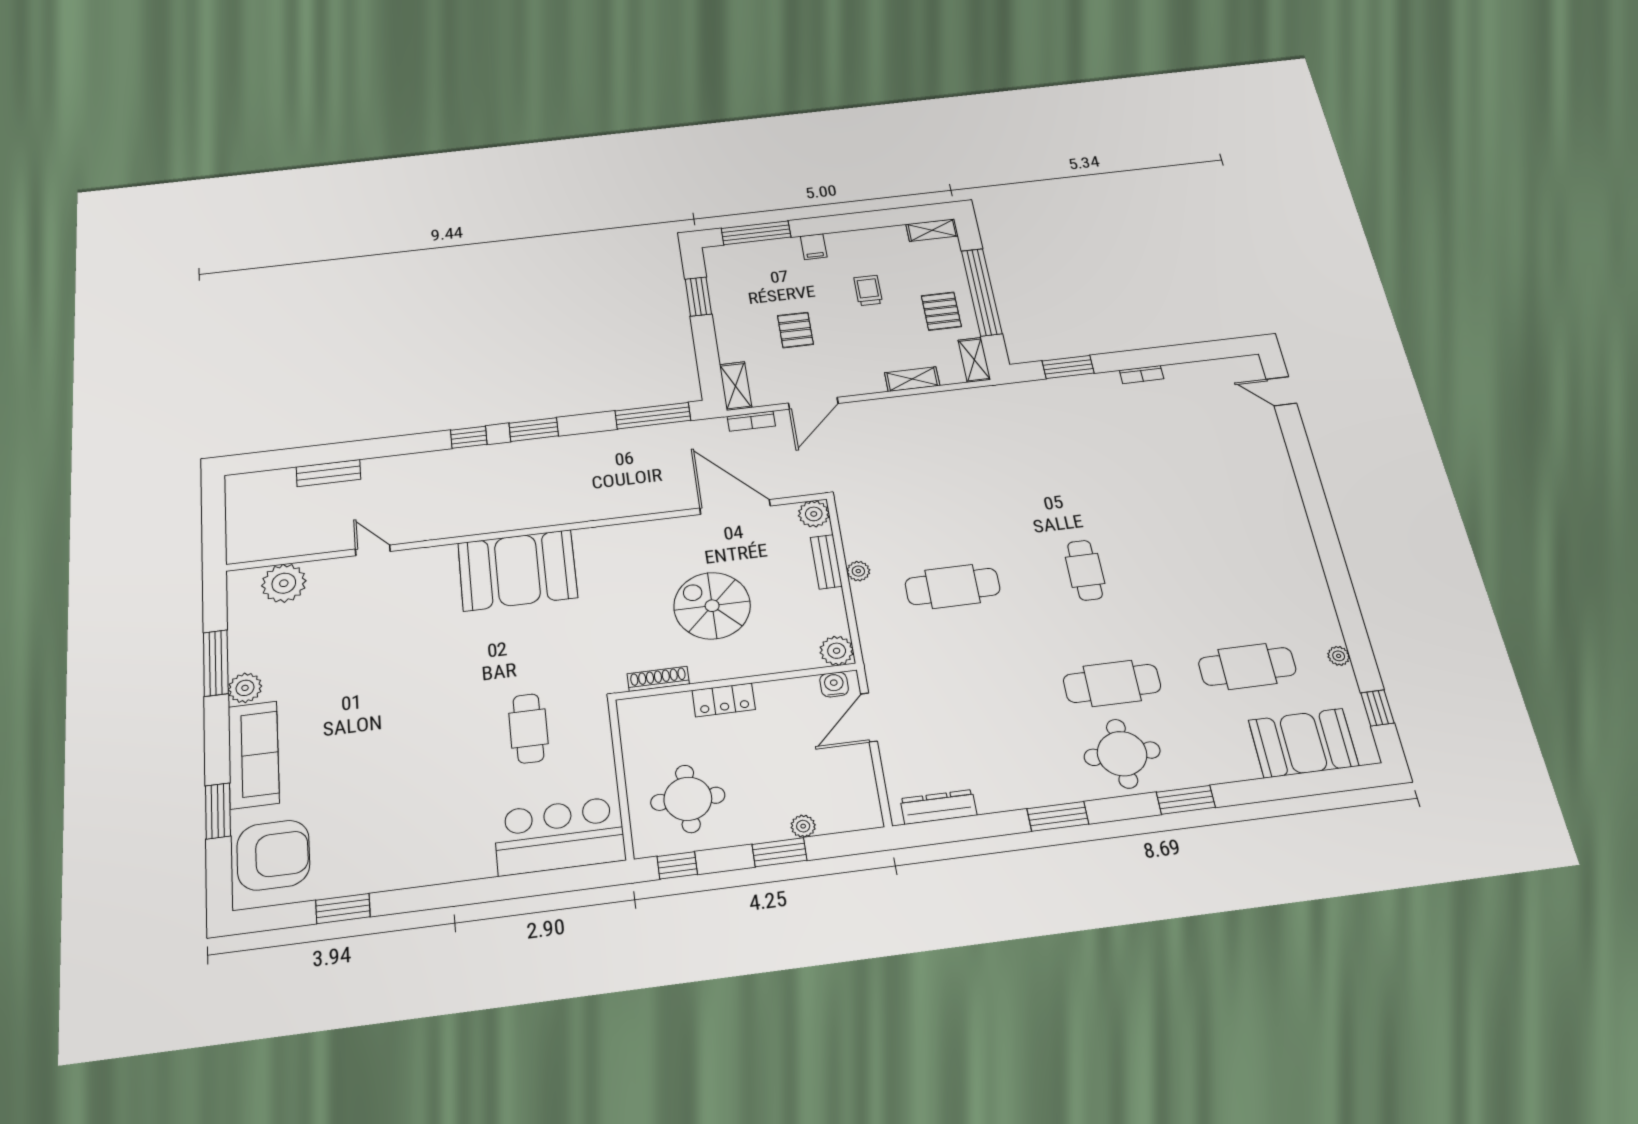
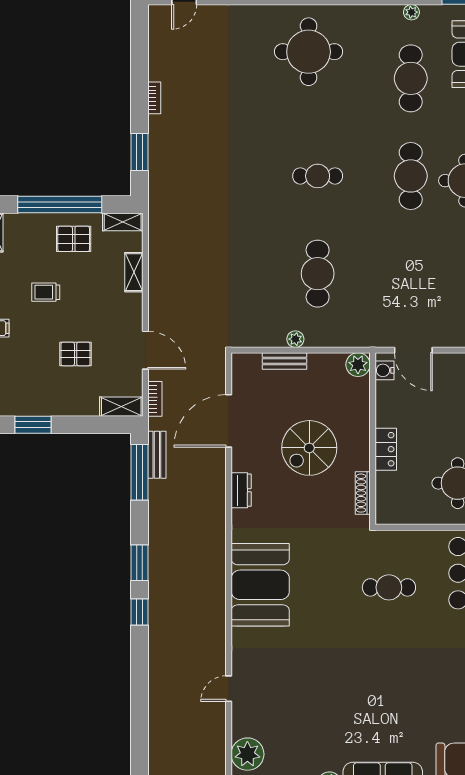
bench: (328, 473) -> (157, 455), moved
plant: (814, 514) -> (243, 364), removed
dresser: (644, 532) -> (241, 490), added
round table: (1249, 539) -> (309, 52), added

